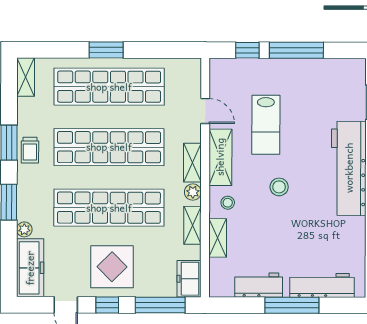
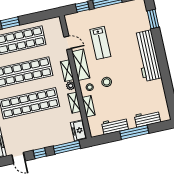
stool: (279, 187) -> (107, 82), moved
display table: (112, 267) -> (38, 133), removed
workbench: (322, 285) -> (147, 119), width x0.73

